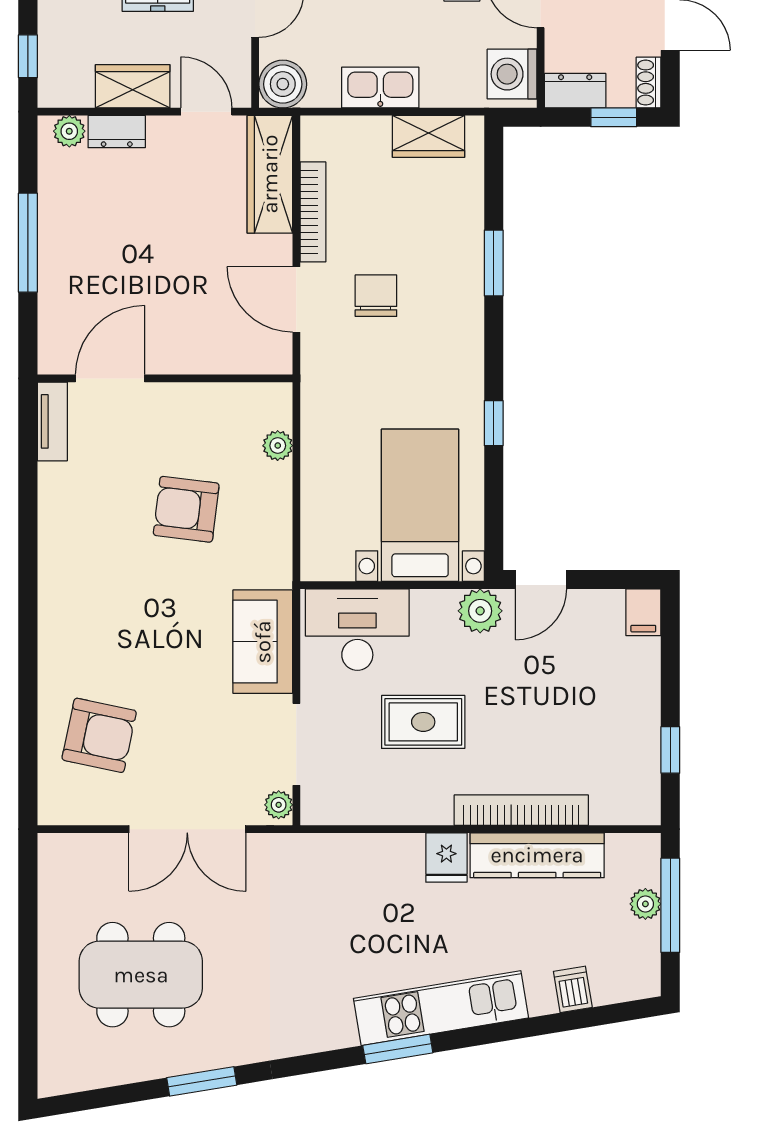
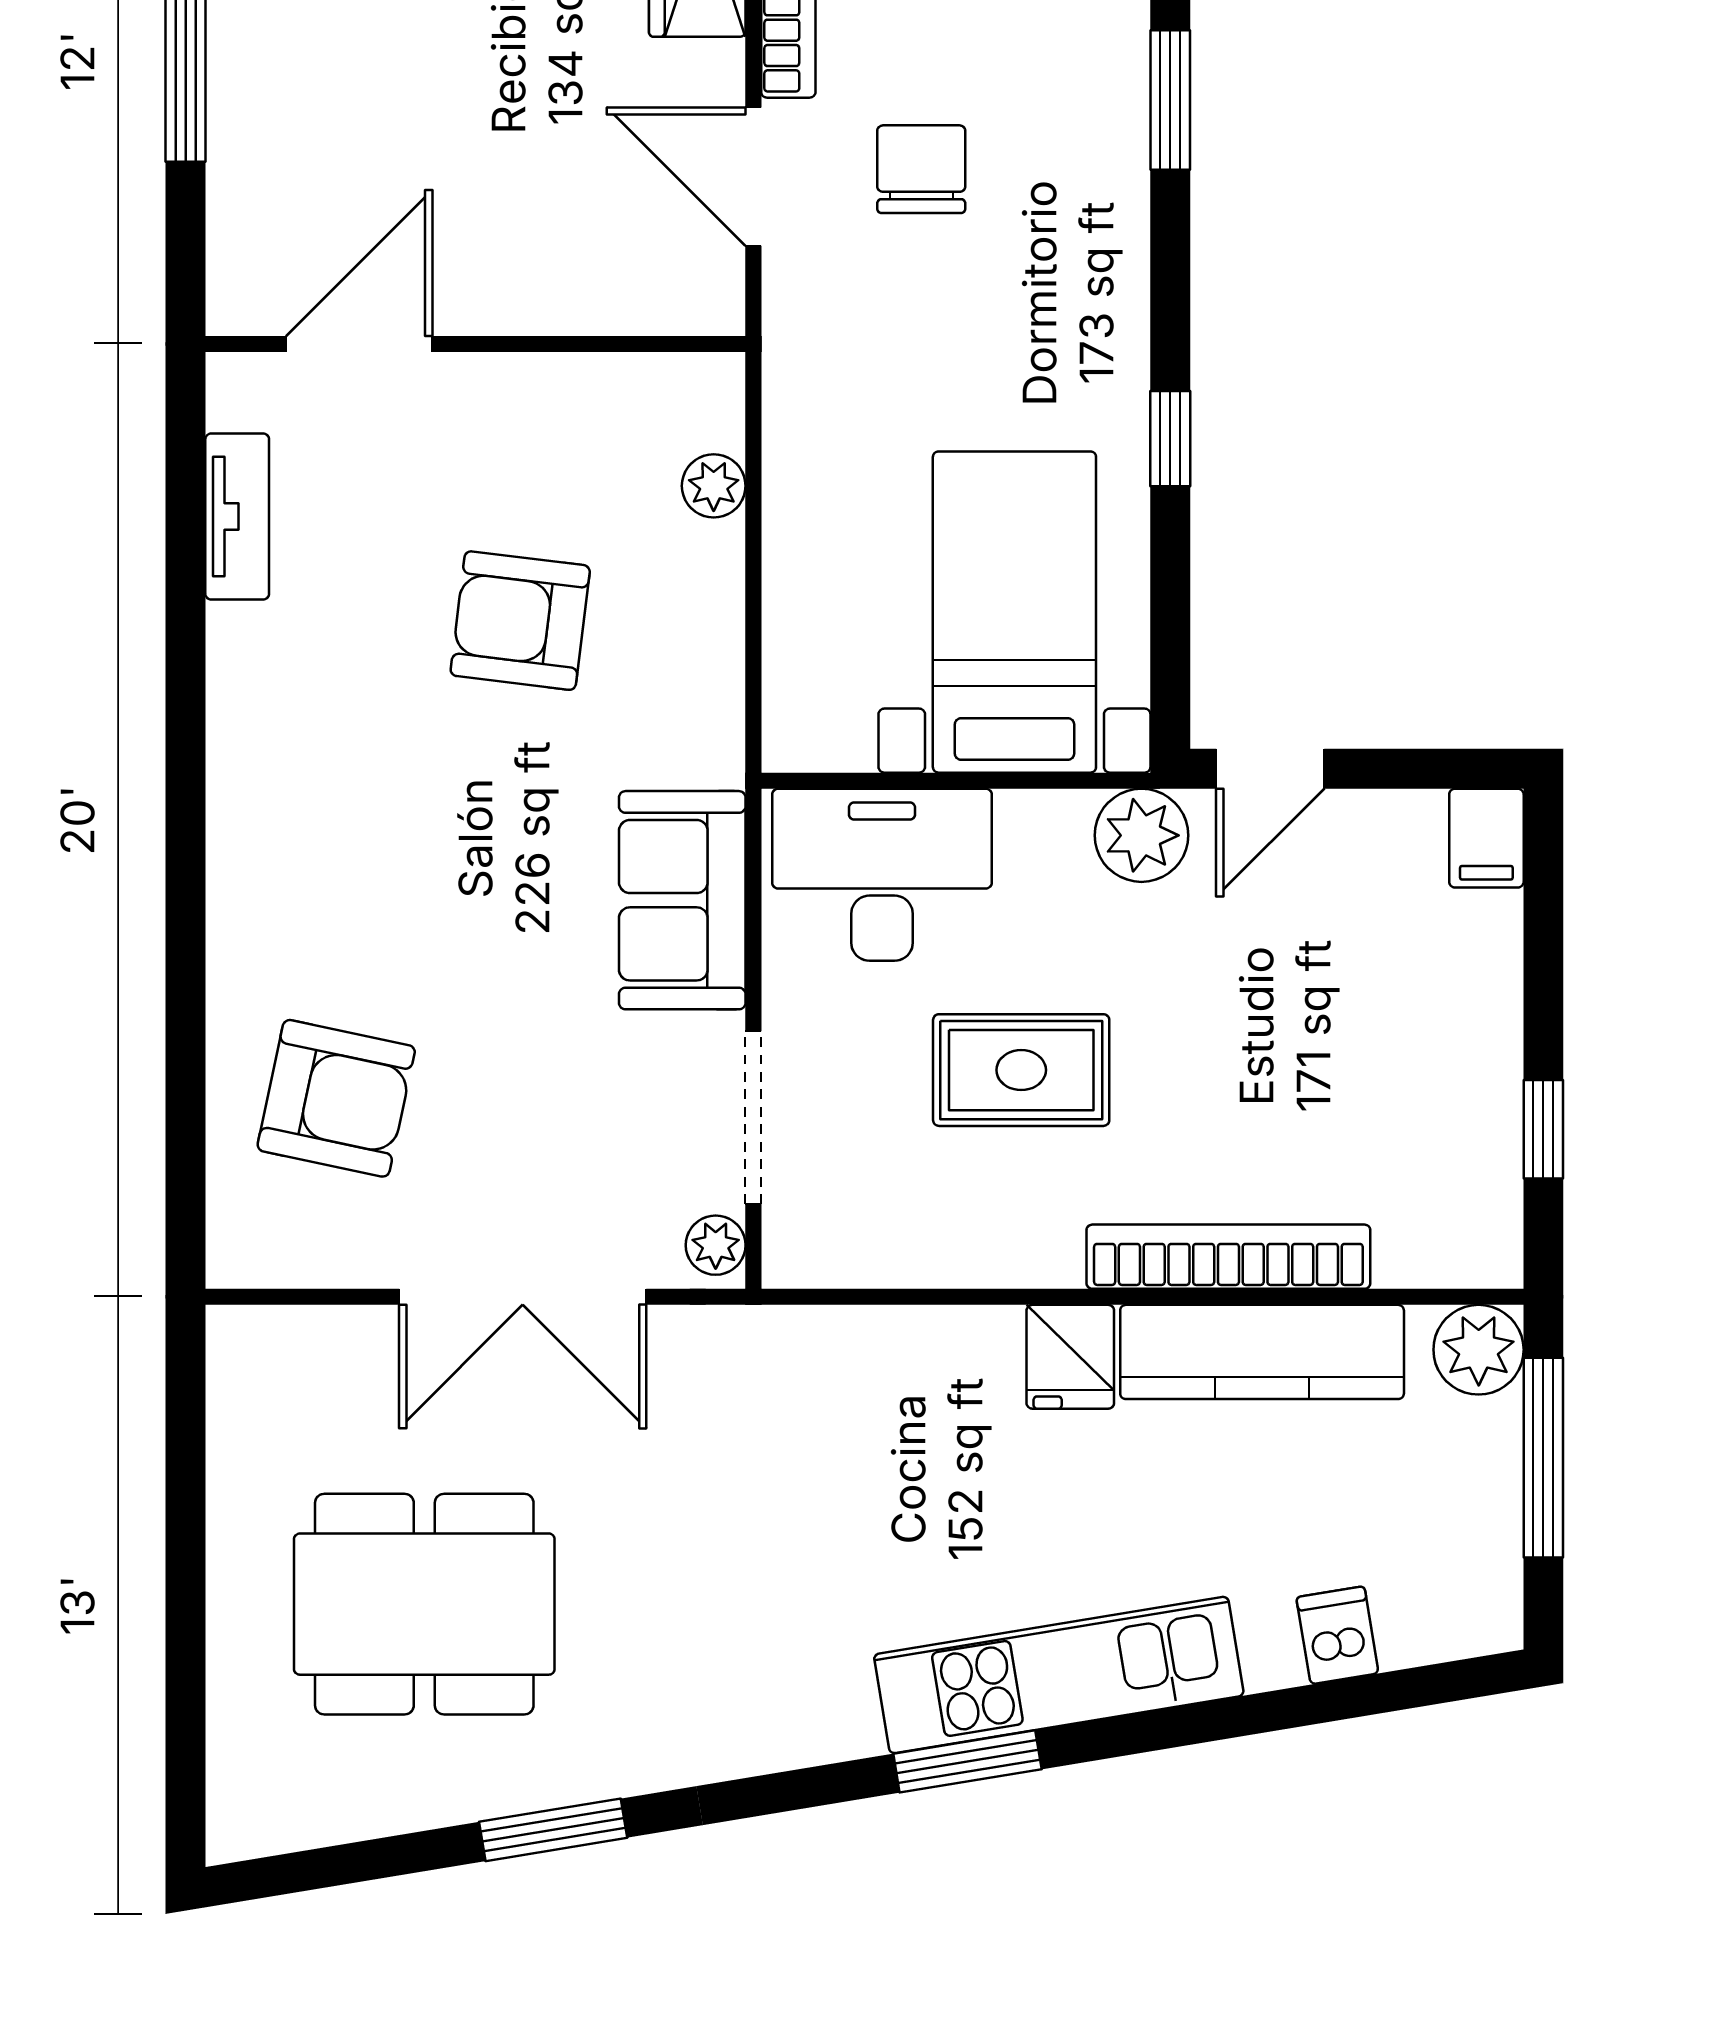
tv unit: (52, 421) -> (237, 517), moved
plant: (645, 904) -> (1479, 1350), moved, width x1.38, depth x1.38

